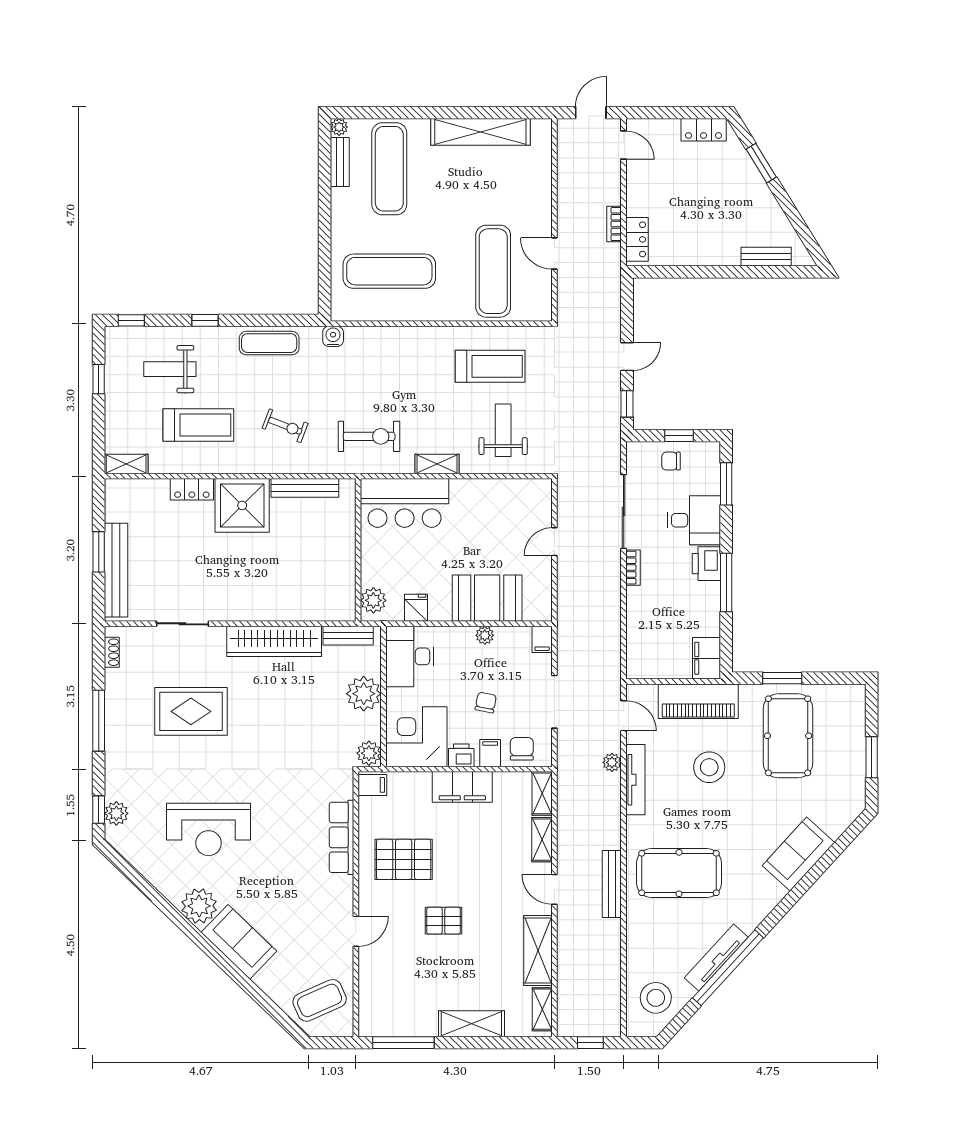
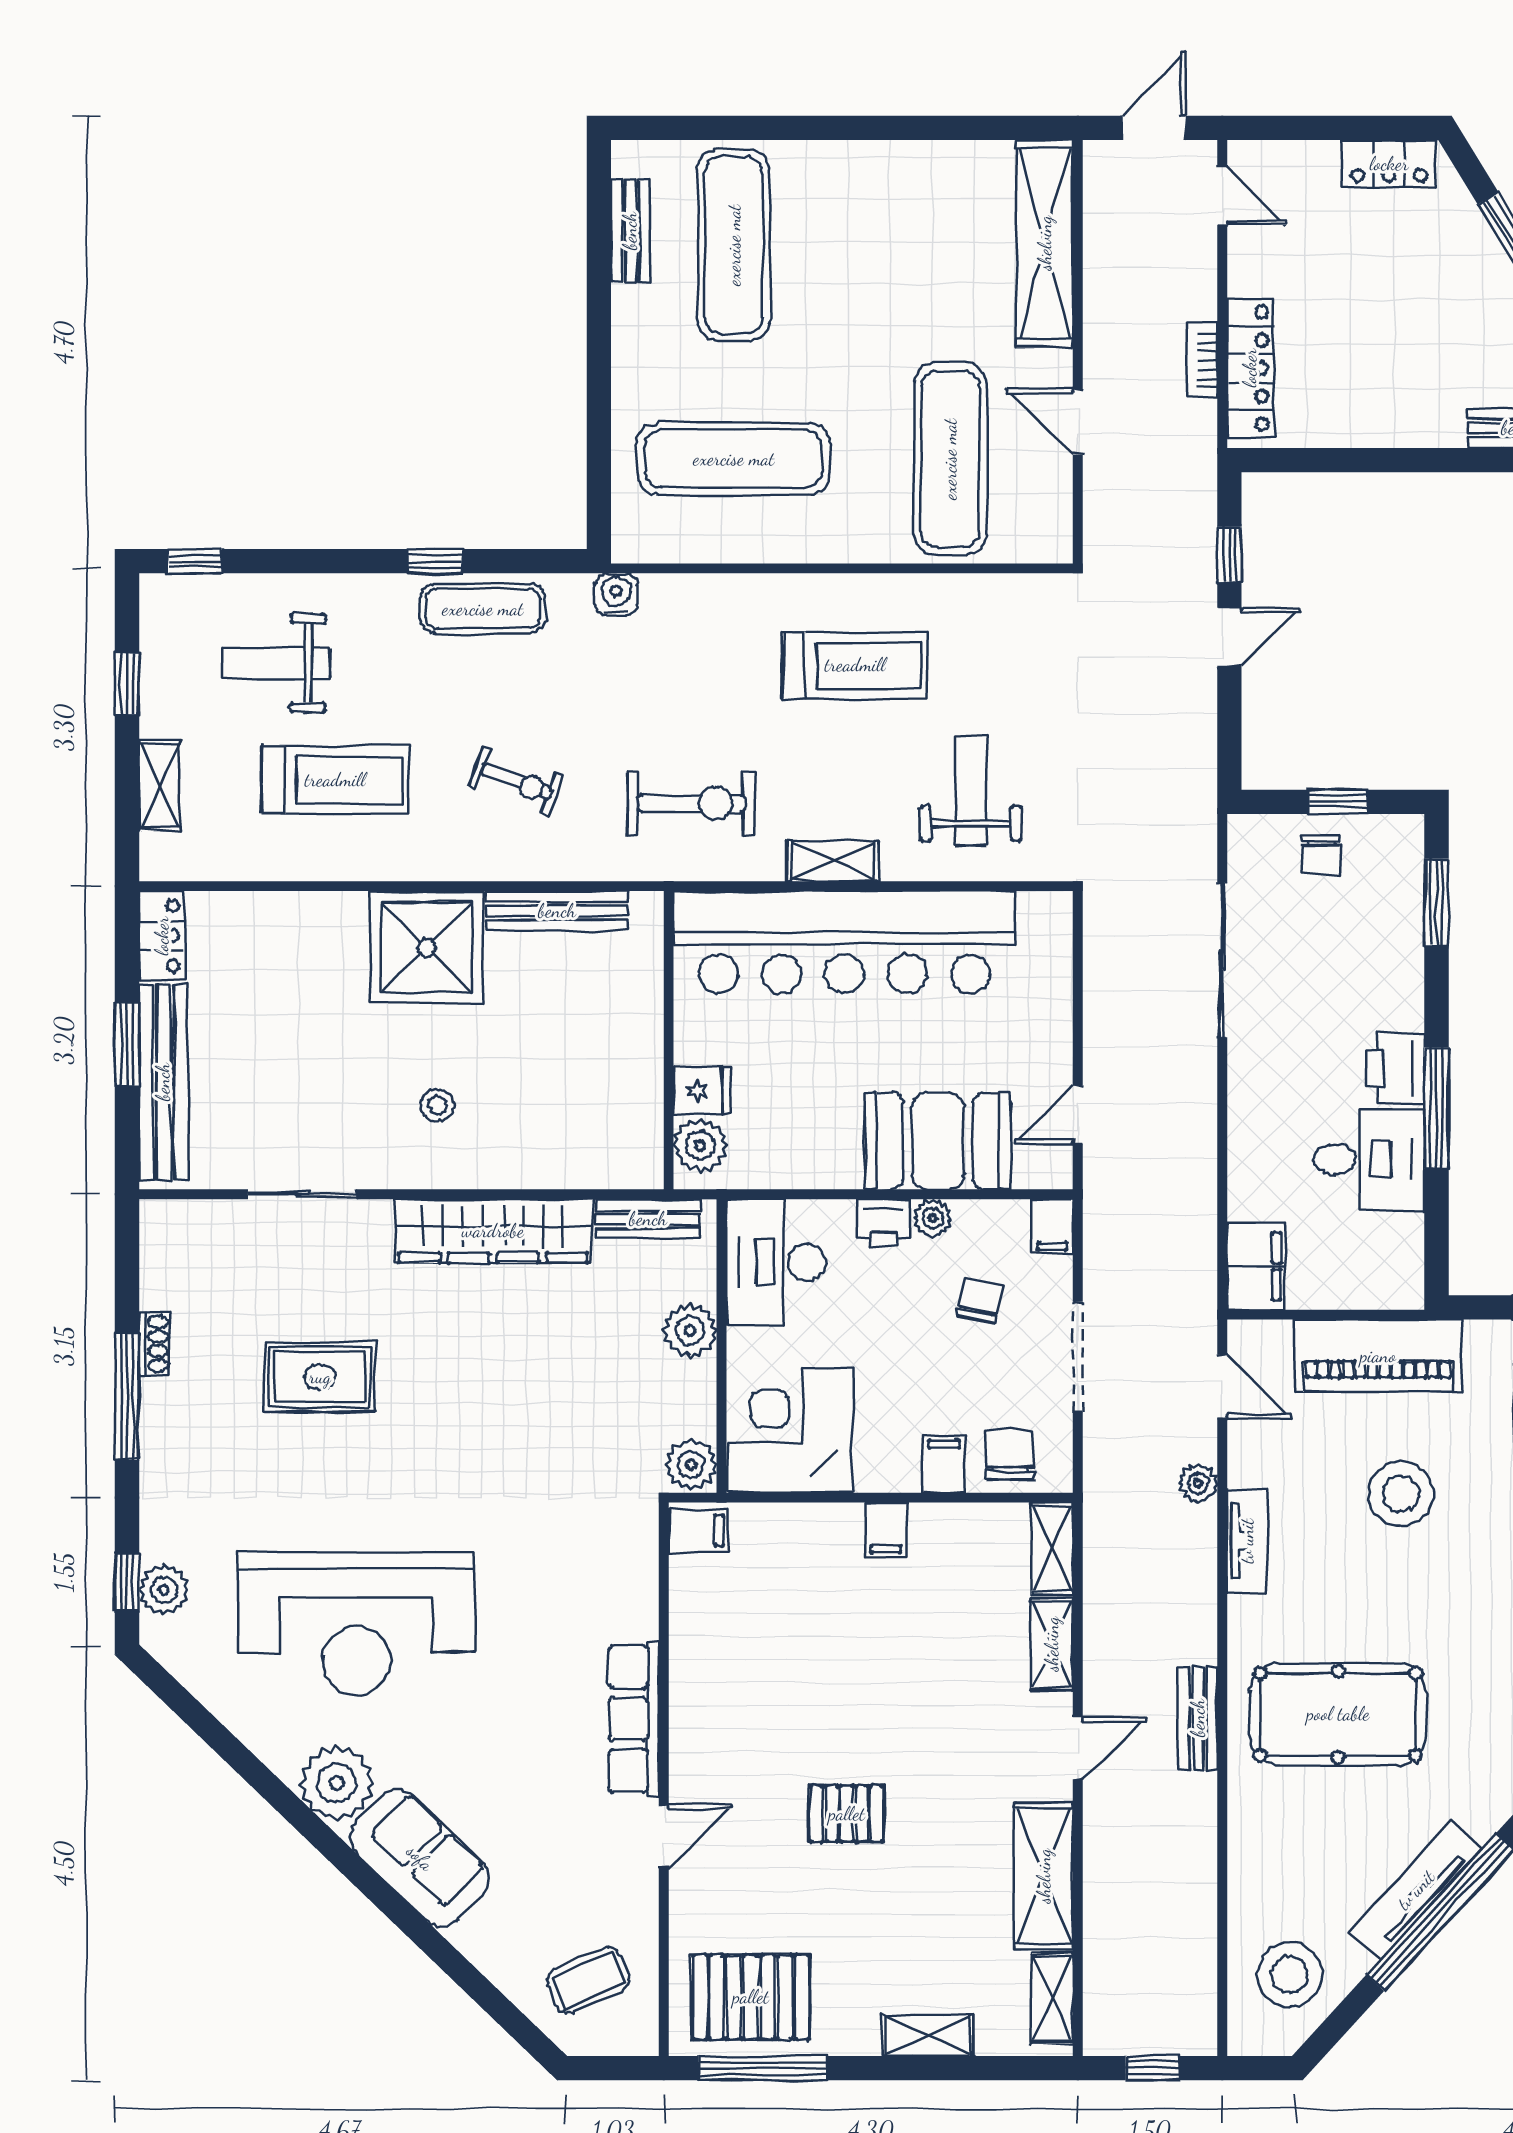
plant: (339, 127) -> (629, 158), removed
shelving: (480, 132) -> (1045, 243), moved, turned 90
locker: (637, 239) -> (1250, 368), width x1.53
window: (205, 320) -> (436, 561), moved
treadmill: (490, 366) -> (855, 665), moved
window: (627, 404) -> (1229, 555), moved
chair: (671, 461) -> (1321, 855), turned -90
shelving: (126, 464) -> (160, 785), moved, turned 90
locker: (192, 489) -> (162, 936), moved, turned -90
bar counter: (405, 503) -> (844, 942), width x1.86
desk: (694, 520) -> (1369, 1159), moved
door: (554, 542) -> (1078, 1114), moved
bookcase: (633, 568) -> (1242, 1077), removed
stool: (247, 581) -> (437, 1105), added
fridge: (416, 608) -> (702, 1091), moved, turned 90
shoe rack: (112, 652) -> (154, 1344), moved
filing cabinet: (707, 658) -> (1256, 1266), moved, turned 180
plant: (364, 694) -> (690, 1330), width x0.73, depth x0.73
chair: (486, 702) -> (980, 1300), moved
rug: (191, 711) -> (320, 1377), width x0.73, depth x0.70
printer: (461, 755) -> (883, 1223), moved, turned 180
tv unit: (635, 780) -> (1247, 1541), width x0.71
filing cabinet: (462, 787) -> (886, 1530), width x0.33, depth x0.86
reception desk: (209, 830) -> (356, 1623), width x1.36, depth x1.30
row of seats: (341, 837) -> (634, 1719), moved
pallet: (404, 859) -> (751, 1997), moved
bench: (612, 884) -> (1198, 1718), width x0.73
door: (554, 889) -> (1078, 1748), swing flipped
coffee table: (320, 1000) -> (588, 1980), width x0.73, depth x0.77
shelving: (471, 1024) -> (928, 2035), width x0.67, depth x0.75

